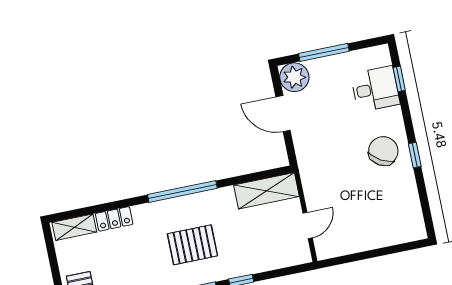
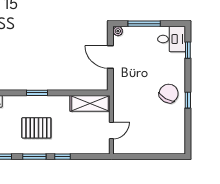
plant: (294, 77) -> (118, 31), width x0.53, depth x0.53
desk: (375, 89) -> (172, 39), moved
window: (182, 191) -> (37, 93), width x0.47

